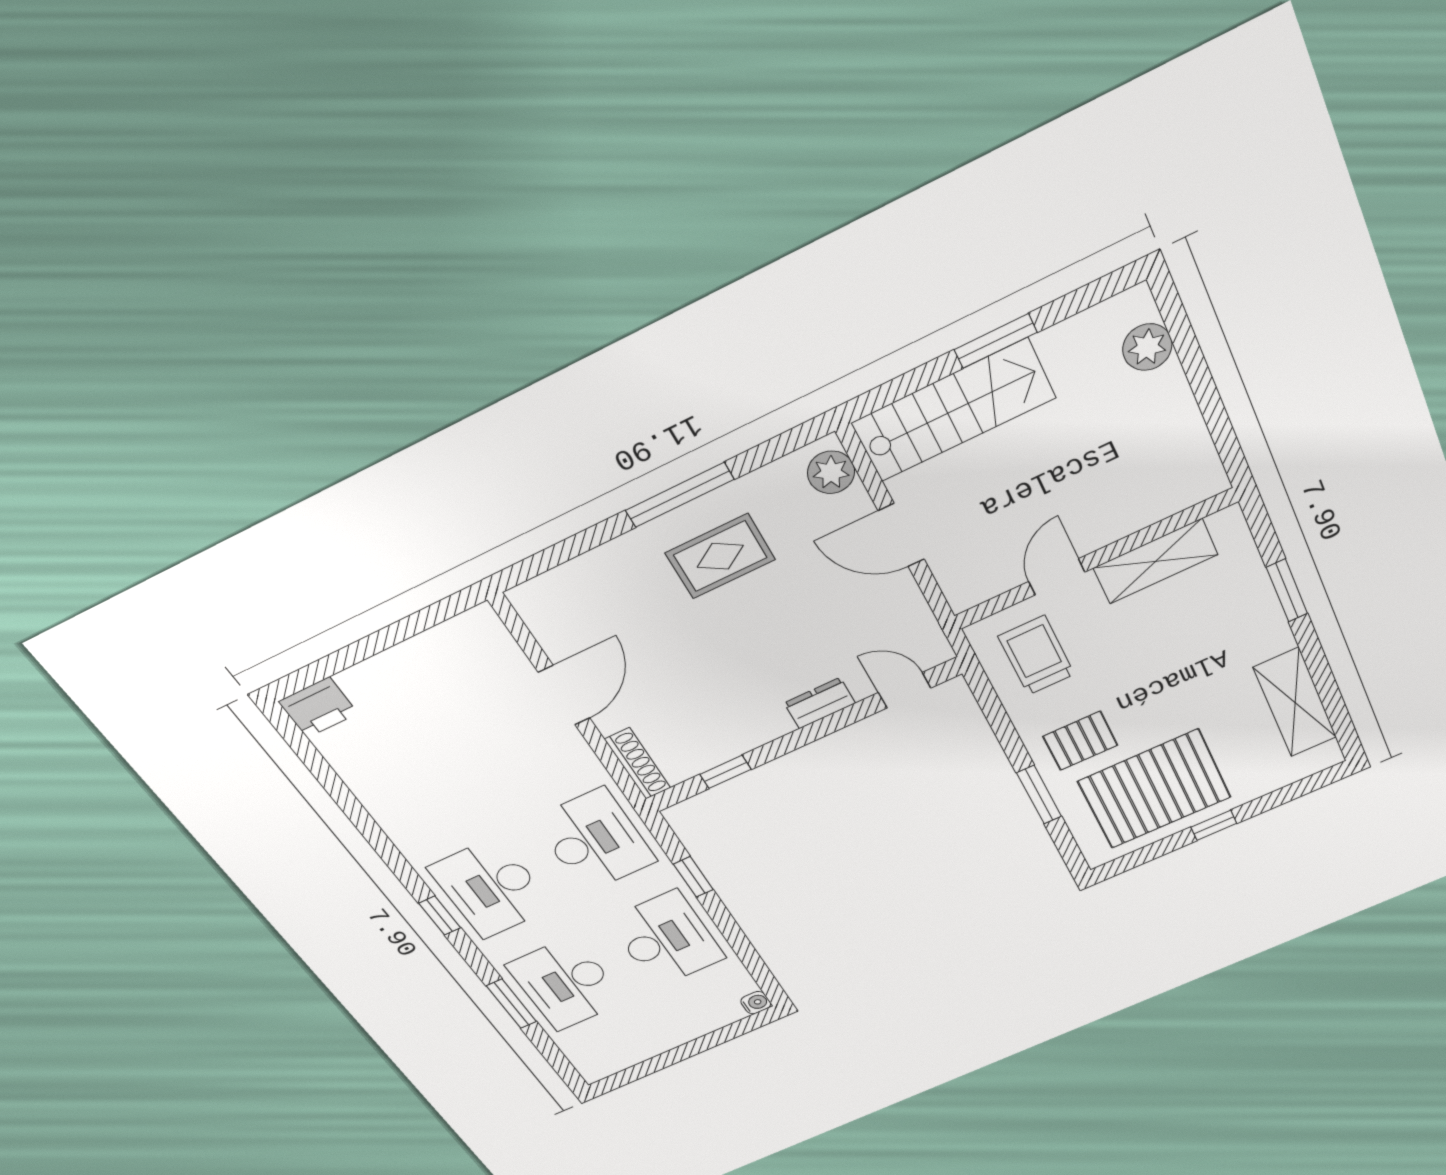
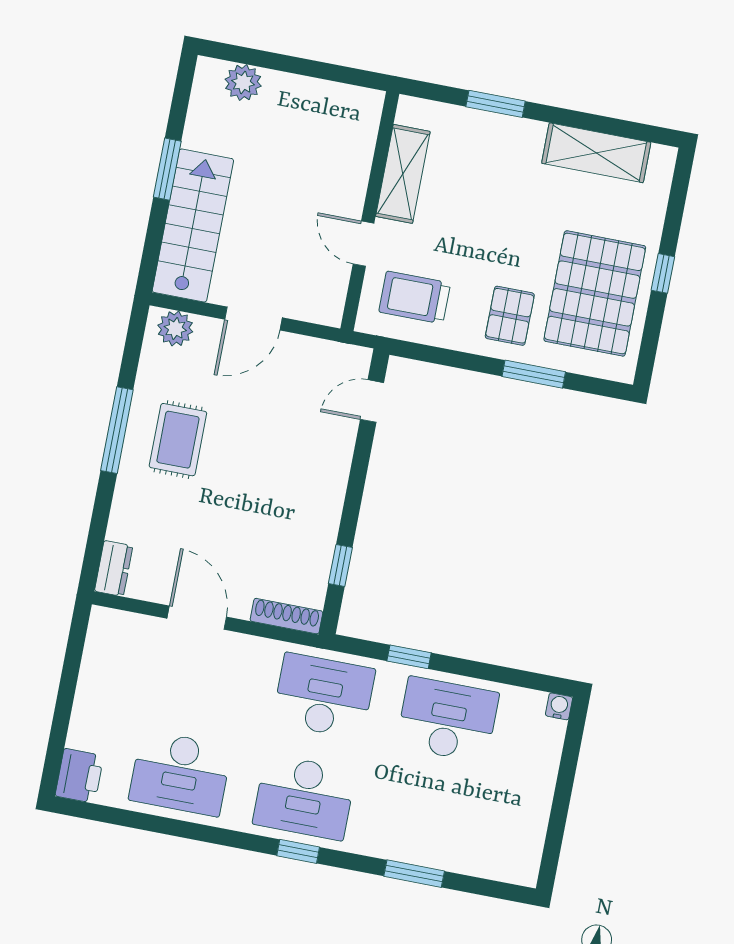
dresser: (820, 703) -> (114, 568), moved, turned 180
desk: (566, 983) -> (180, 773), moved

